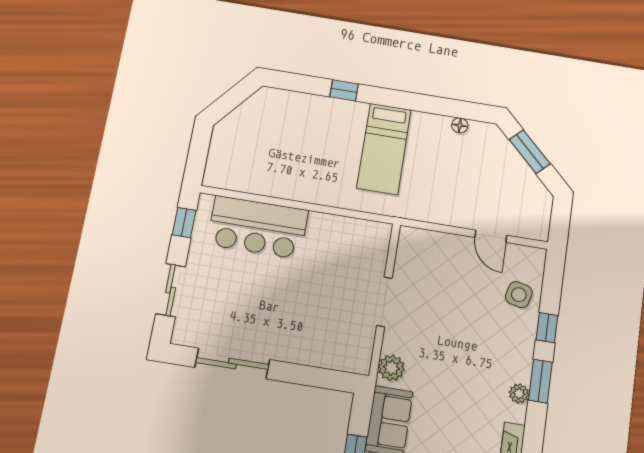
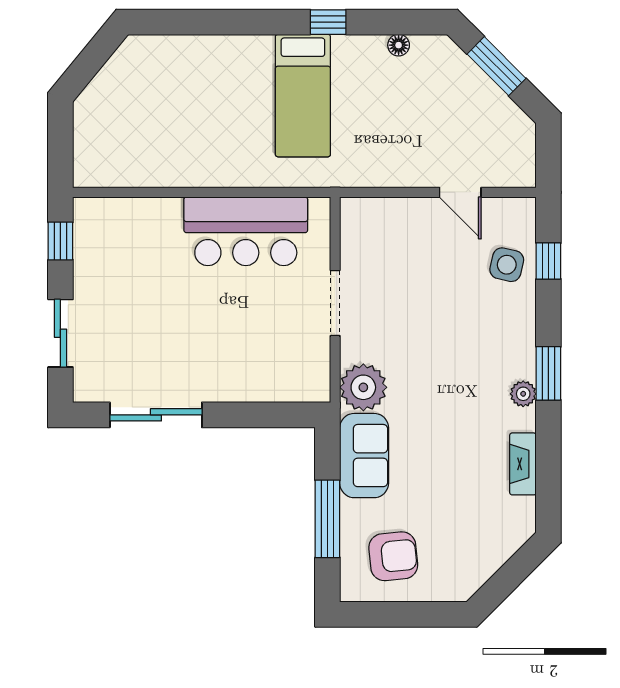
window: (344, 90) -> (328, 22), moved
bar counter: (258, 227) -> (246, 231), moved
window: (547, 328) -> (548, 261), moved
plant: (391, 368) -> (363, 387), width x1.36, depth x1.36

